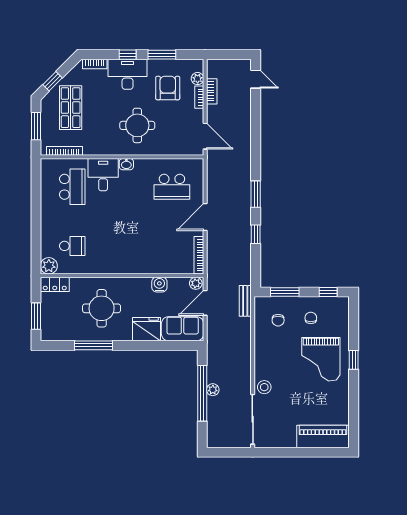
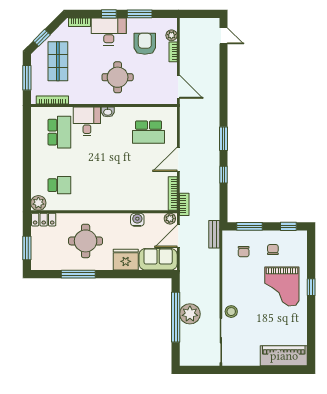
bookcase: (212, 91) -> (184, 204), moved
plant: (213, 390) -> (190, 314), width x1.88, depth x1.88

